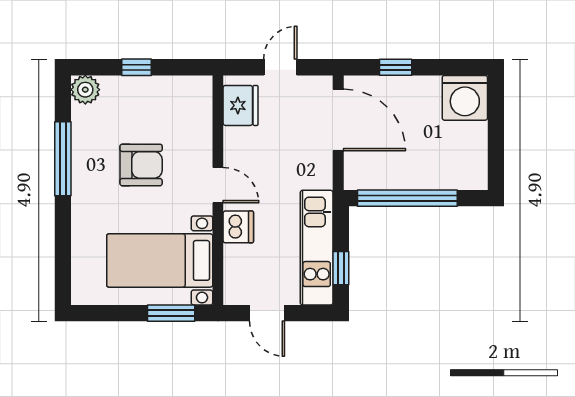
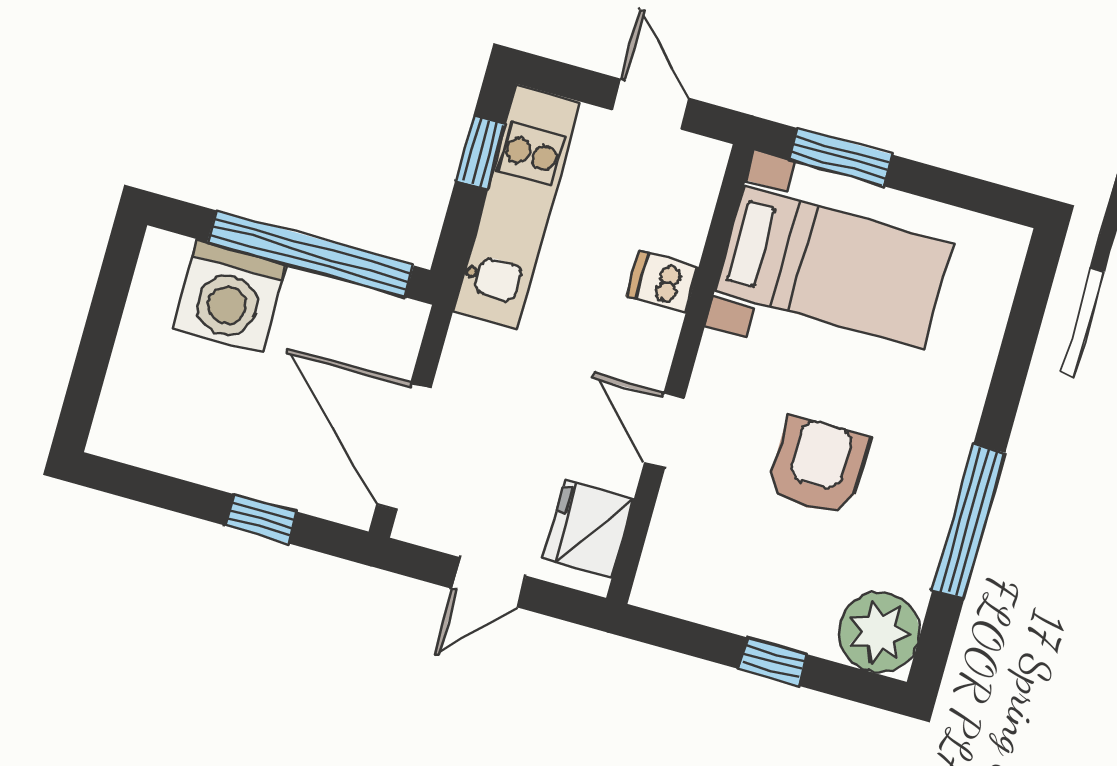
plant: (85, 90) -> (879, 632), width x1.36, depth x1.36
washing machine: (465, 98) -> (230, 296), moved, turned 180
armchair: (141, 165) -> (818, 466), turned 90
door: (218, 185) -> (664, 430), moved
dishwasher: (238, 227) -> (662, 282), width x0.73

